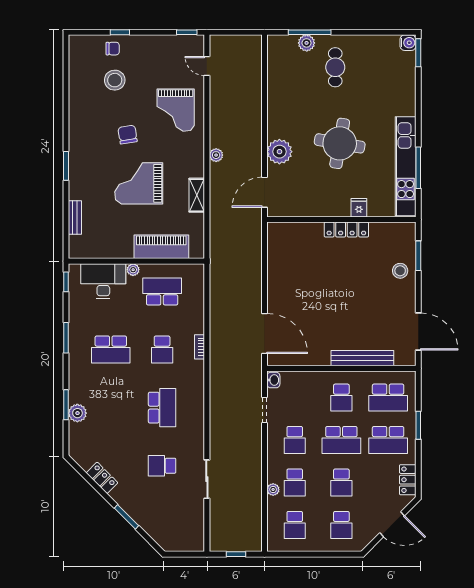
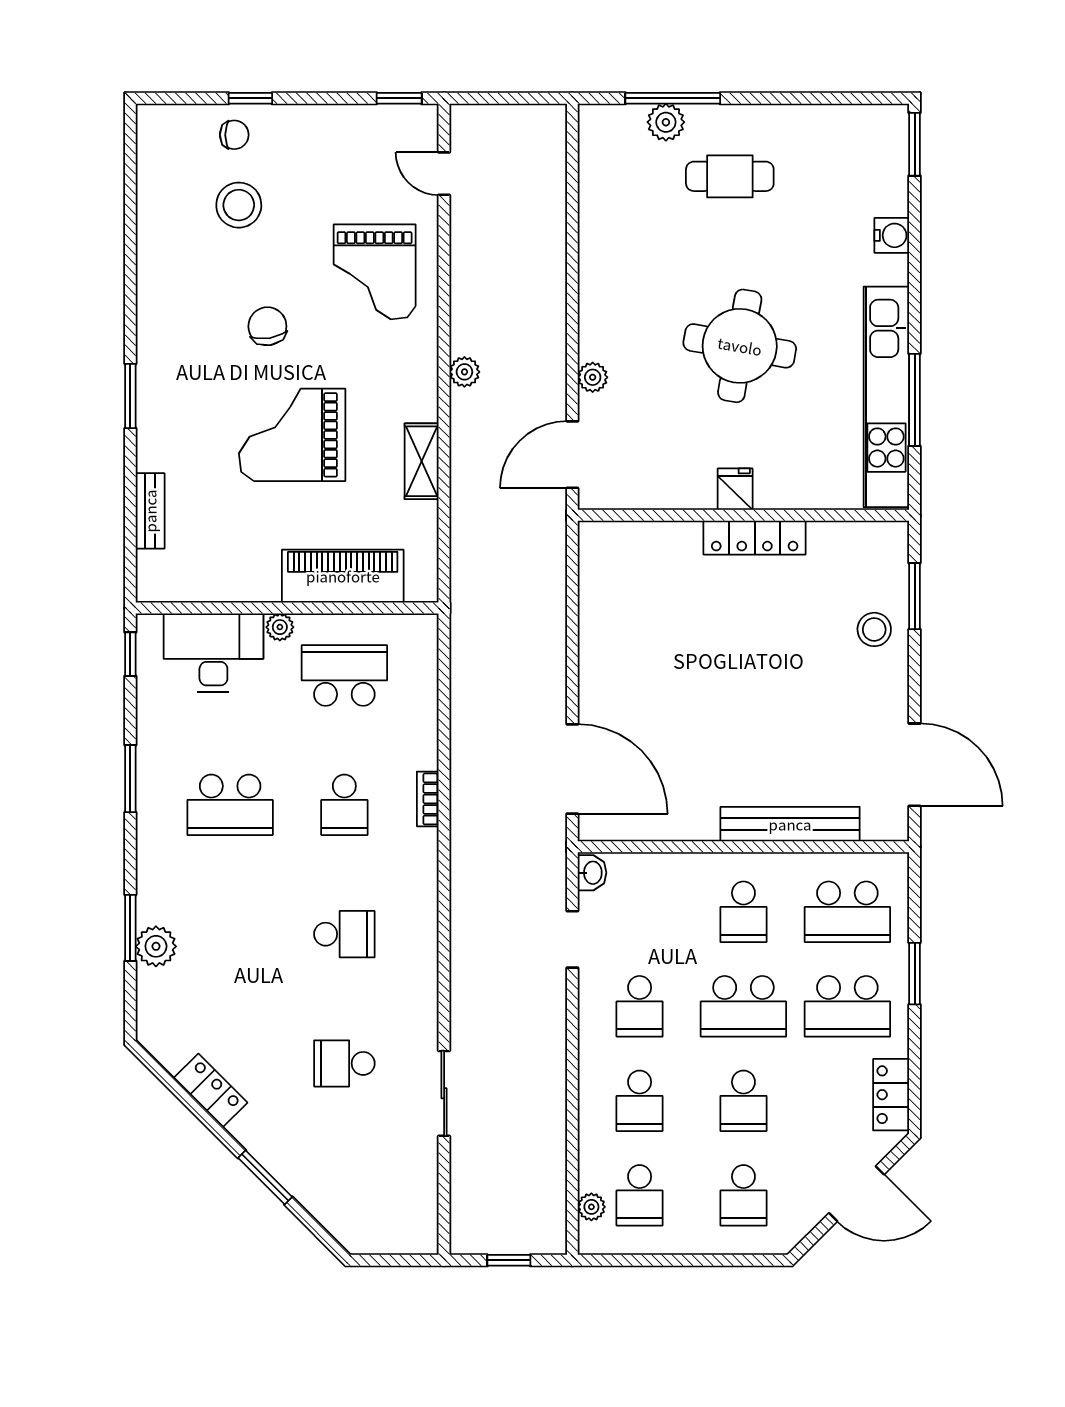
water cooler: (408, 43) -> (892, 235), moved
cafe table: (335, 67) -> (730, 176), turned 90
plant: (279, 152) -> (593, 377), width x0.53, depth x0.53
fridge: (359, 208) -> (735, 489), moved
school desk: (162, 408) -> (344, 934), width x0.54
plant: (273, 489) -> (591, 1207), moved

